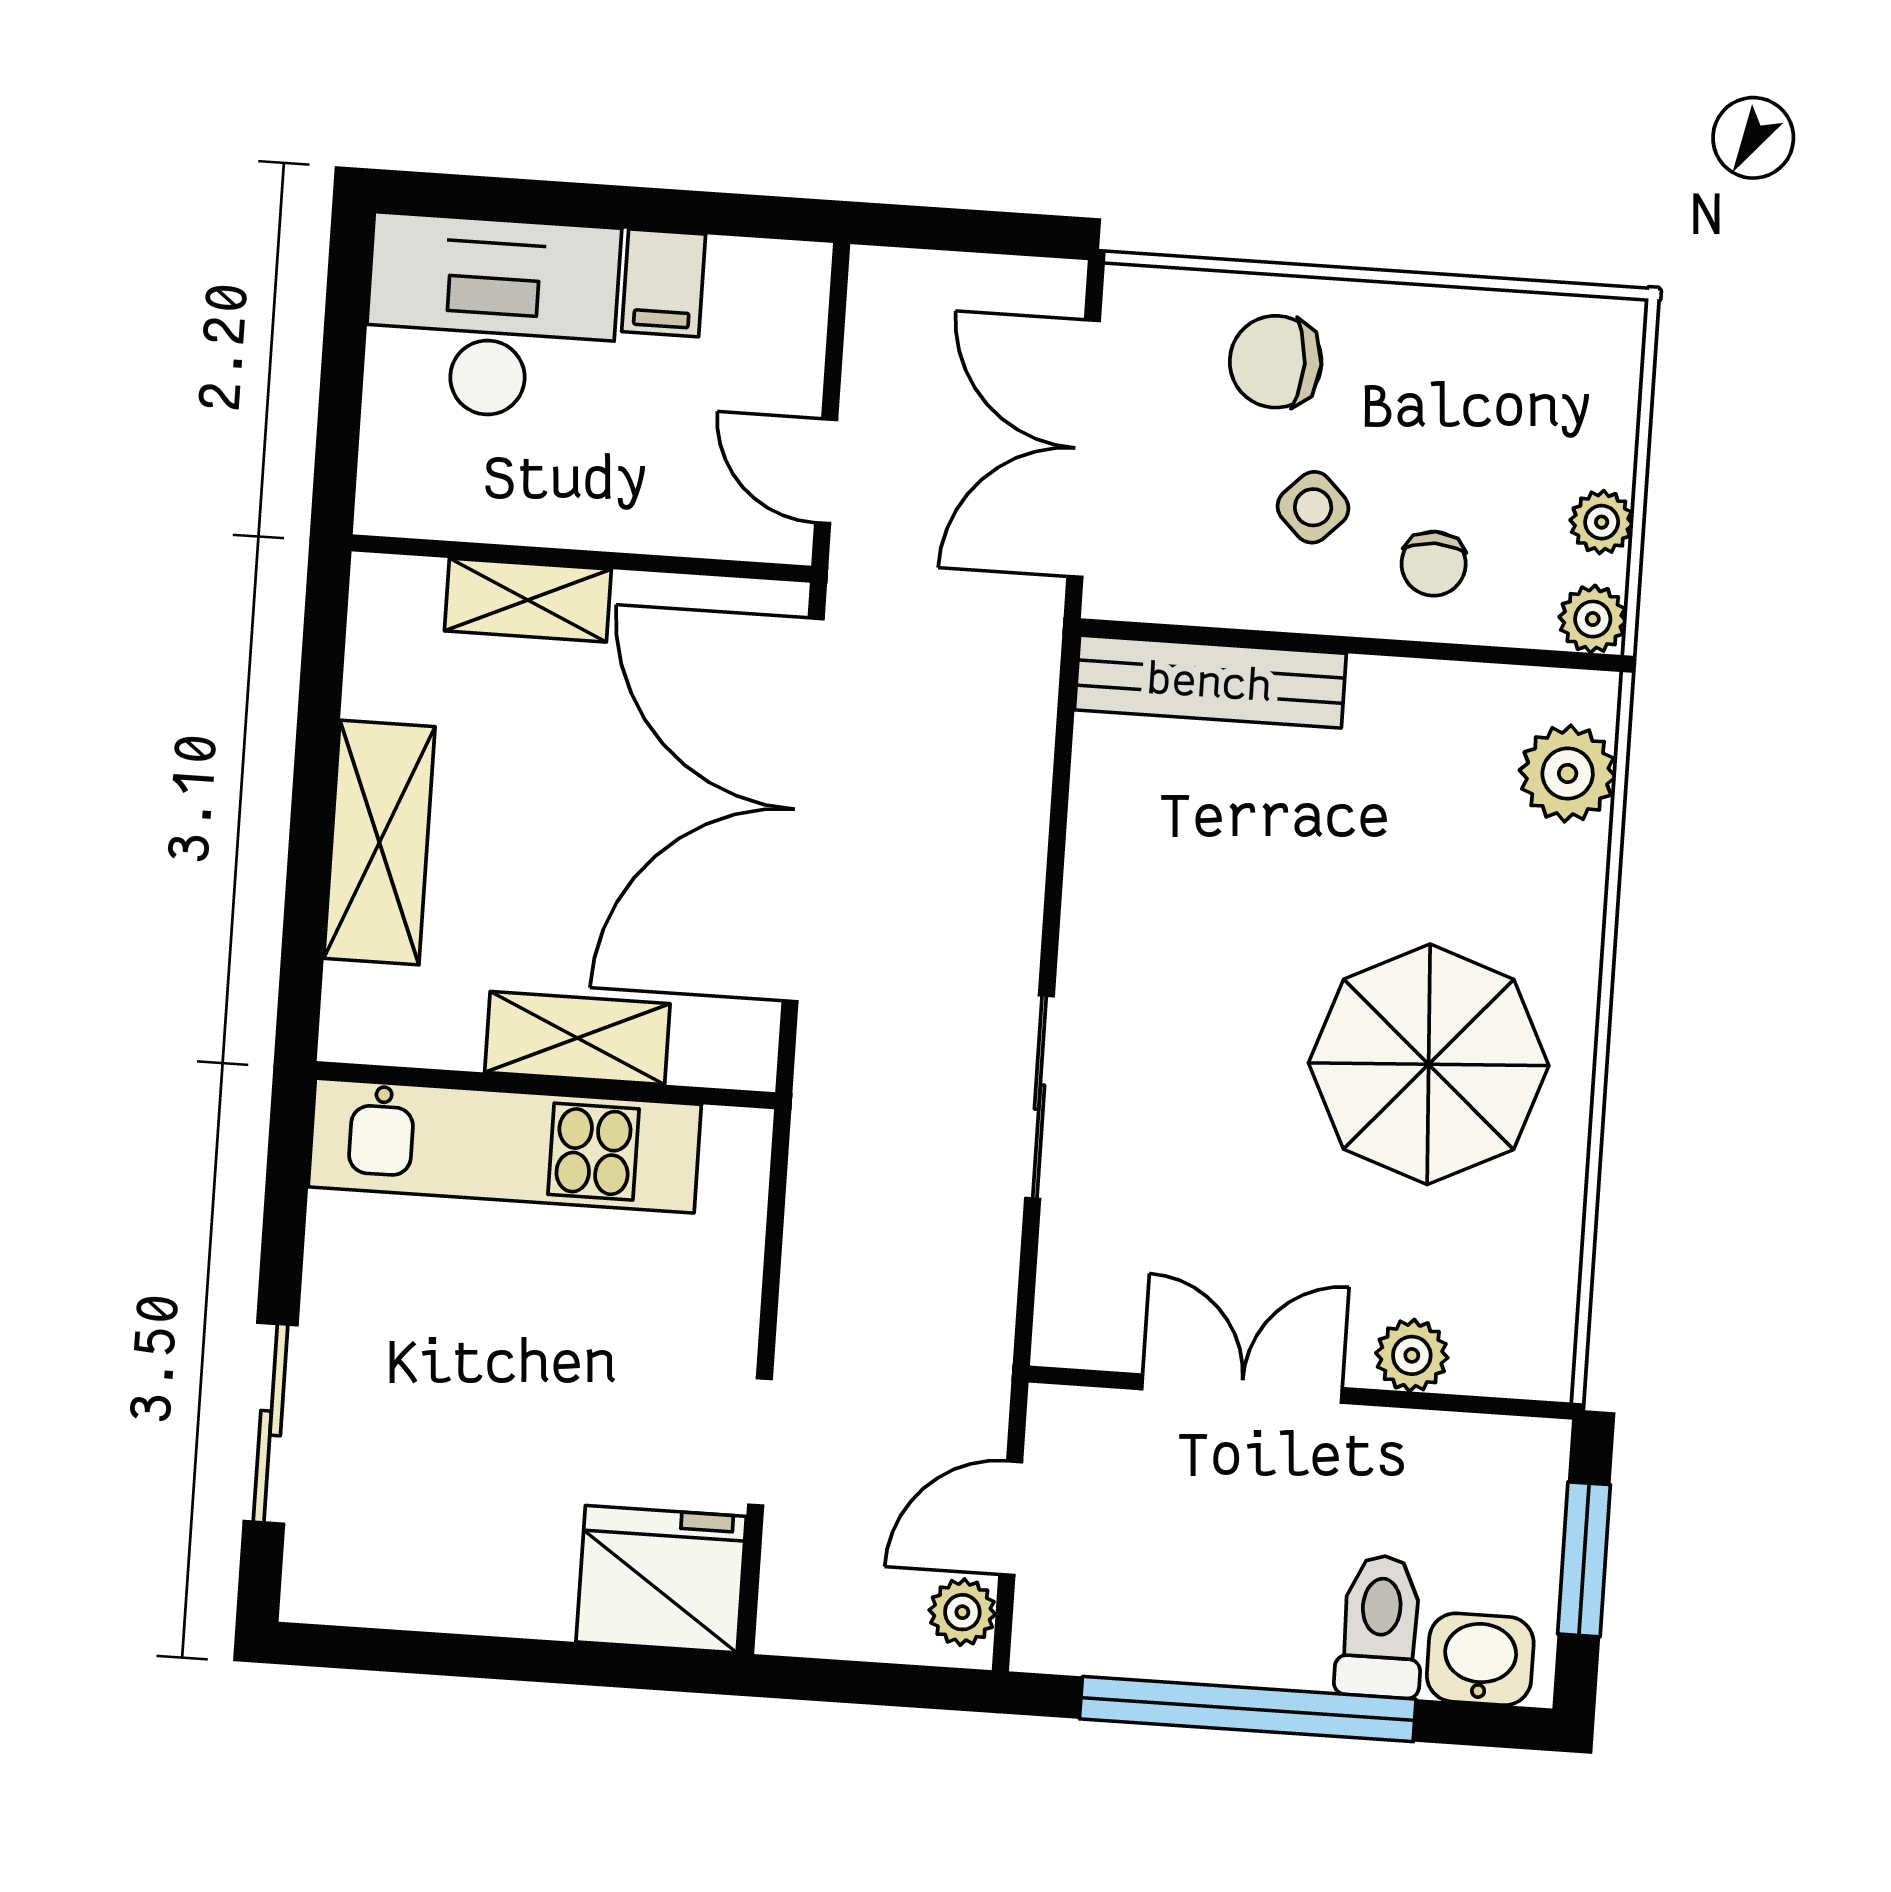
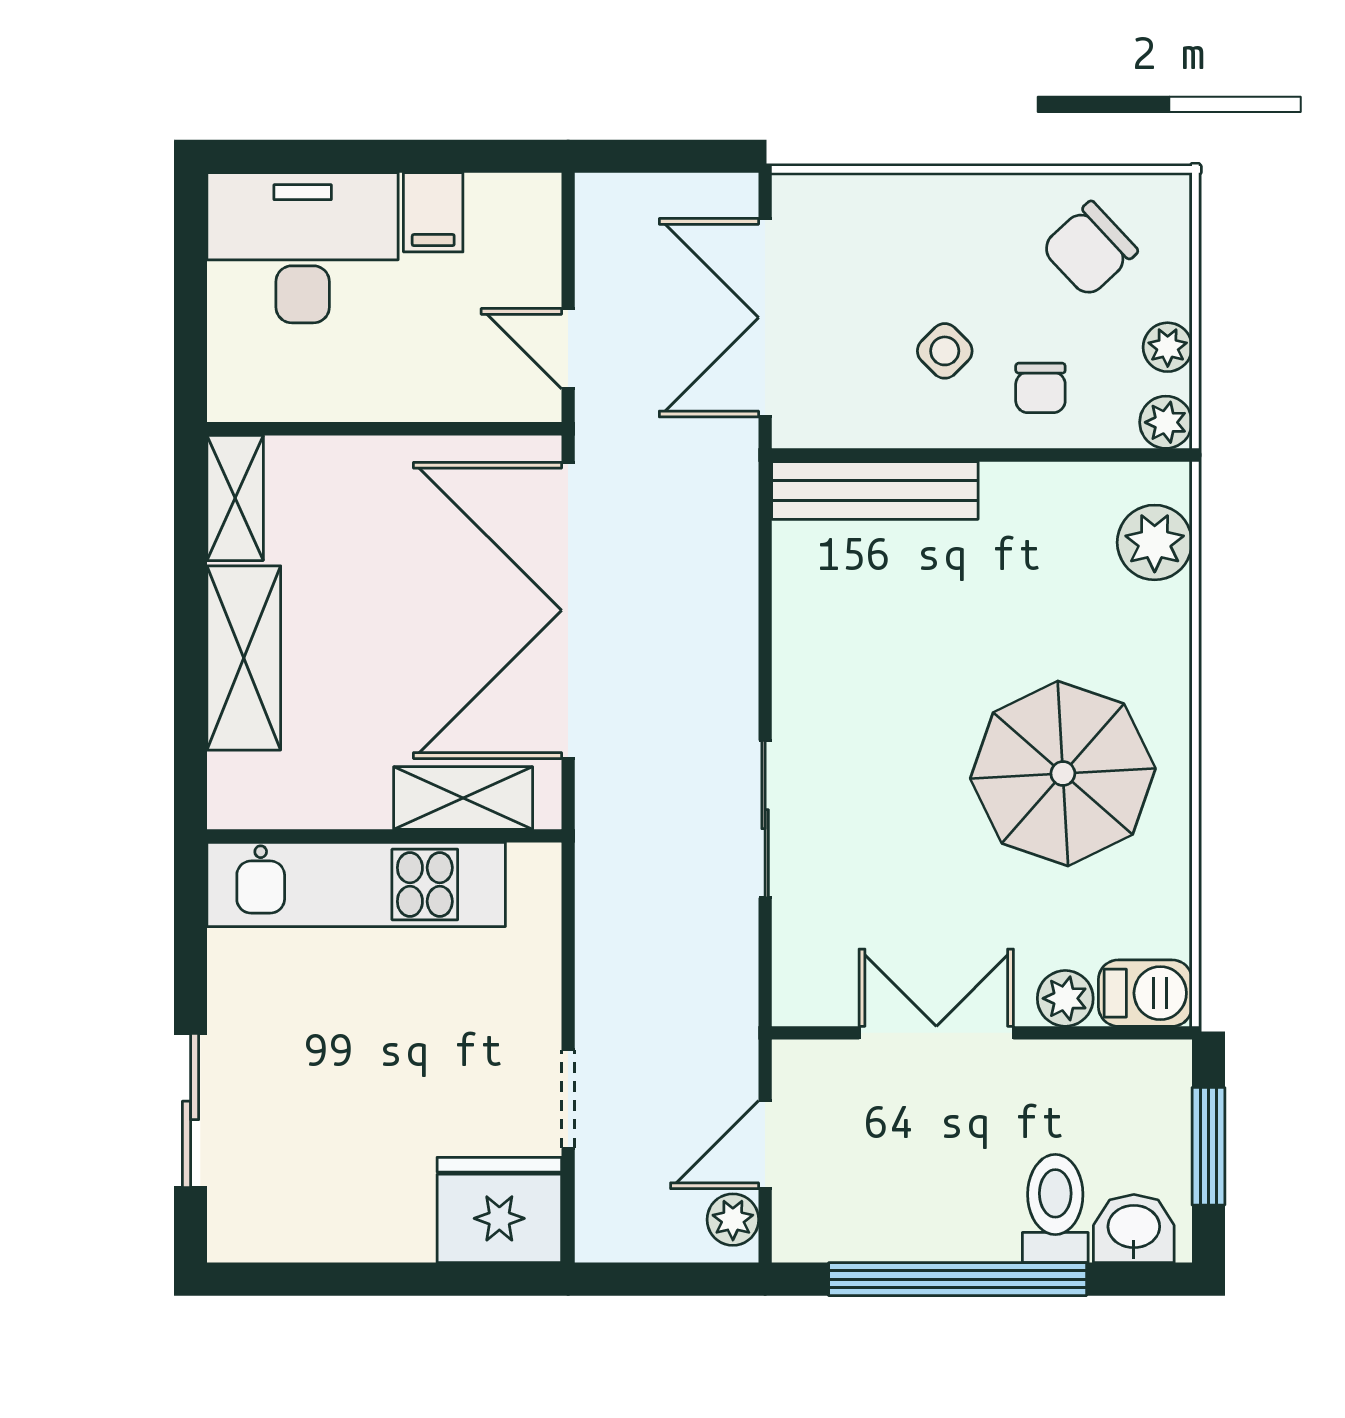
chair: (1276, 362) -> (1089, 249), moved, turned -43
shelving: (528, 600) -> (235, 498), moved, turned 90
shelving: (577, 1038) -> (463, 798), moved
barbecue: (1516, 1356) -> (1145, 993), added

